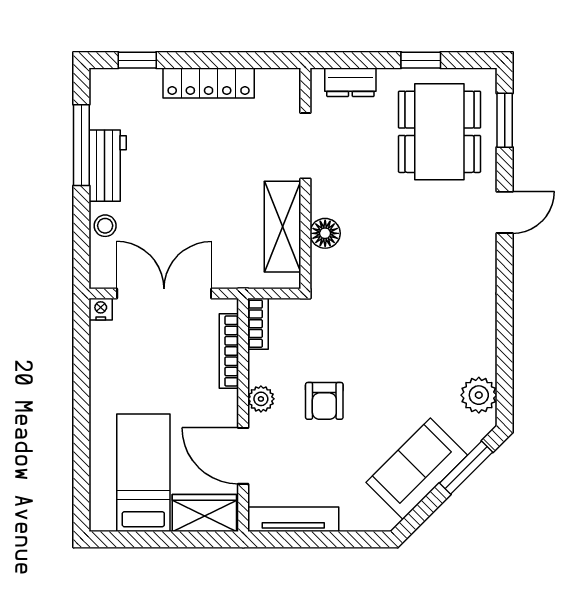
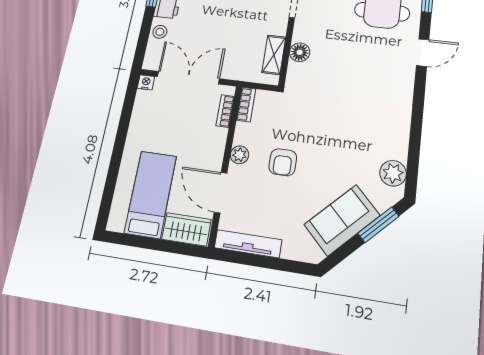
shelving: (283, 227) -> (274, 55), width x0.67, depth x0.75
bookcase: (229, 351) -> (225, 111), width x0.64

